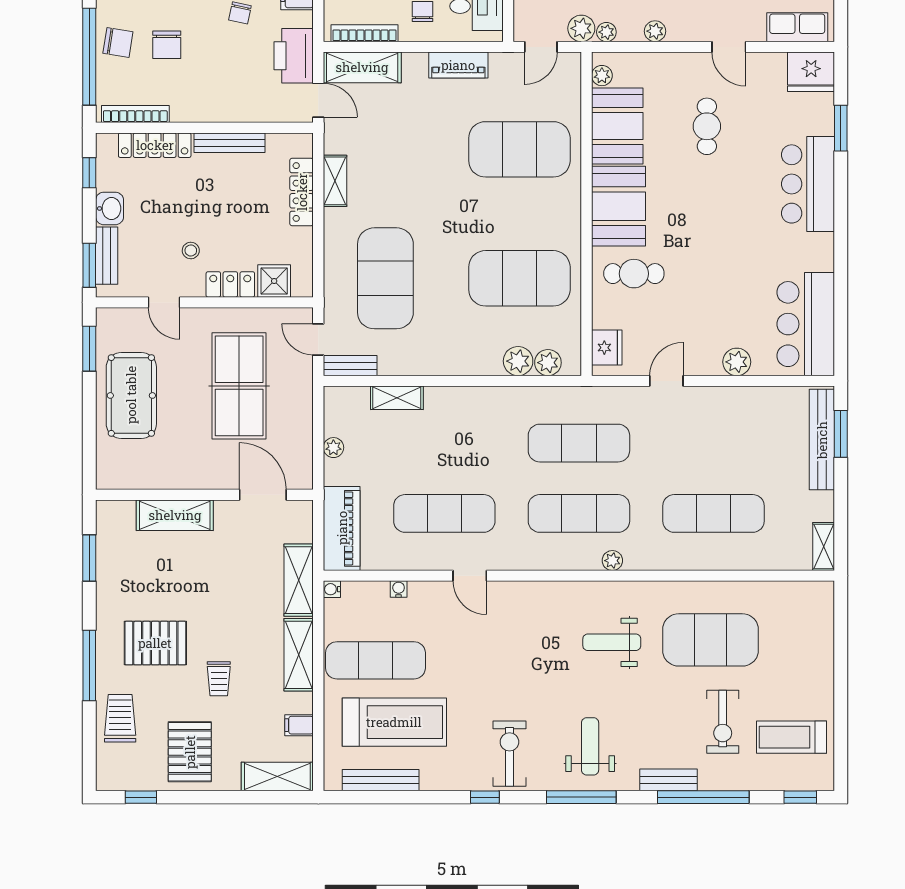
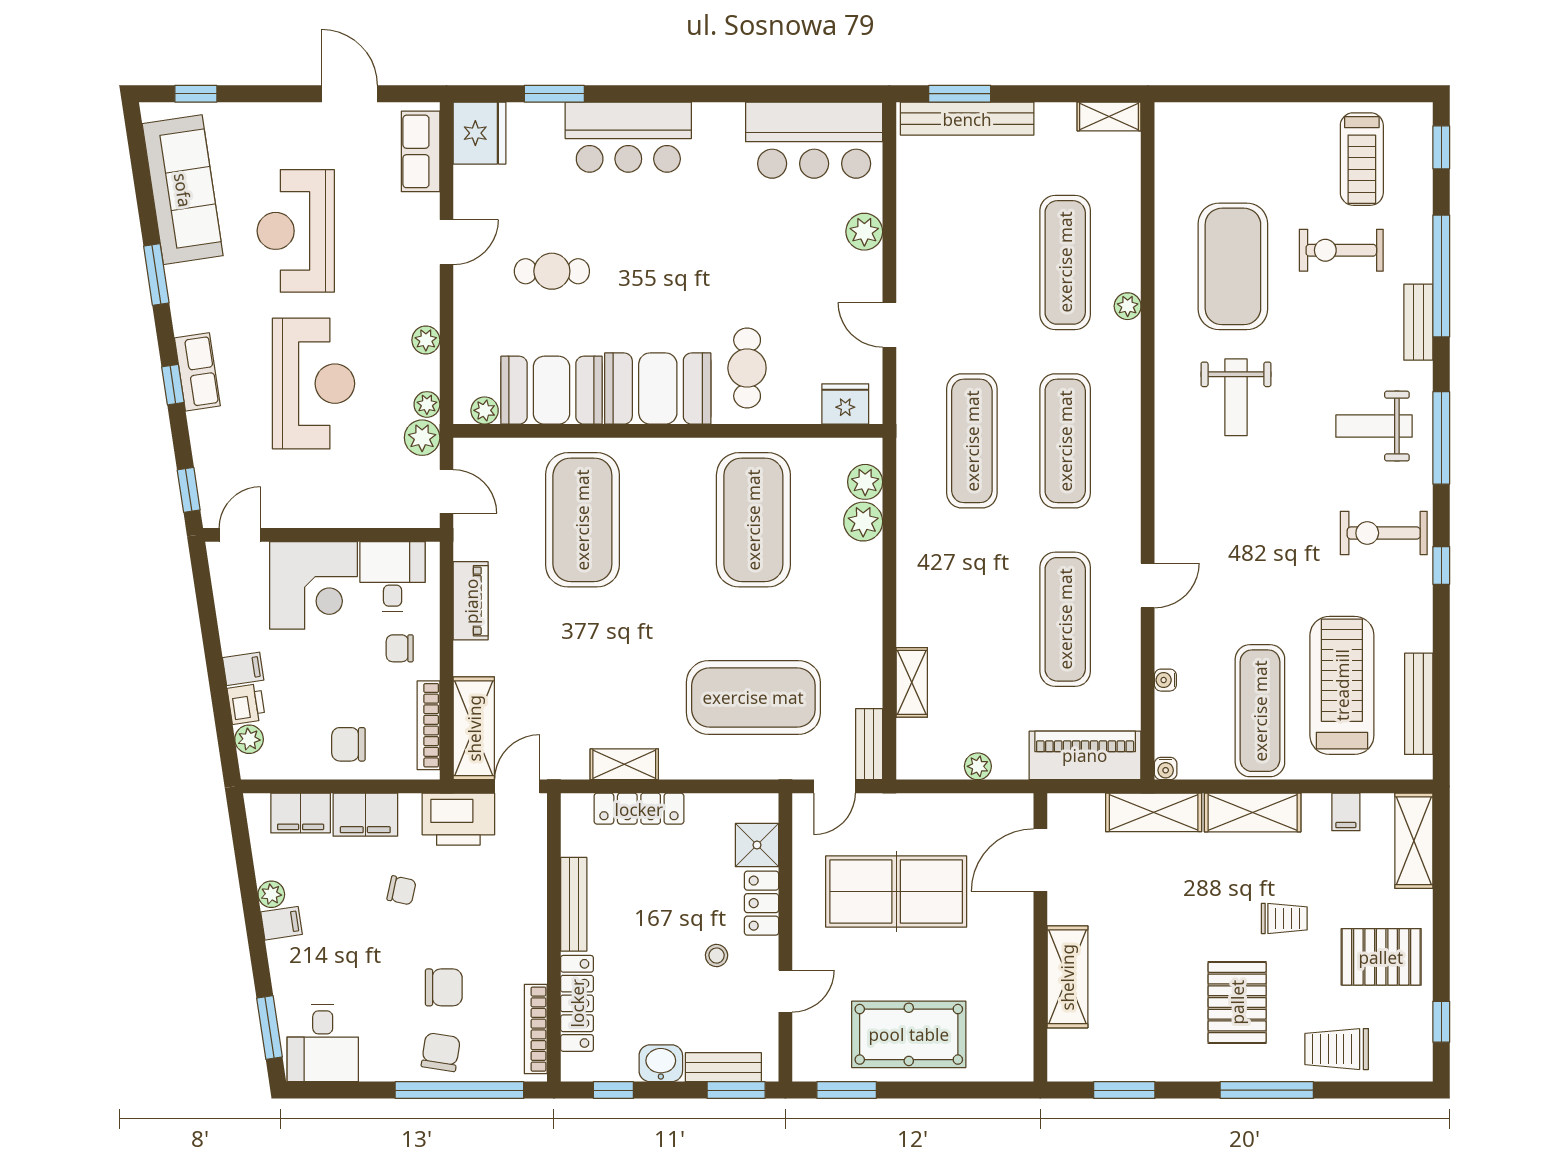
plant: (612, 561) -> (1128, 306), moved
exercise bike: (723, 722) -> (1341, 250), turned 180

